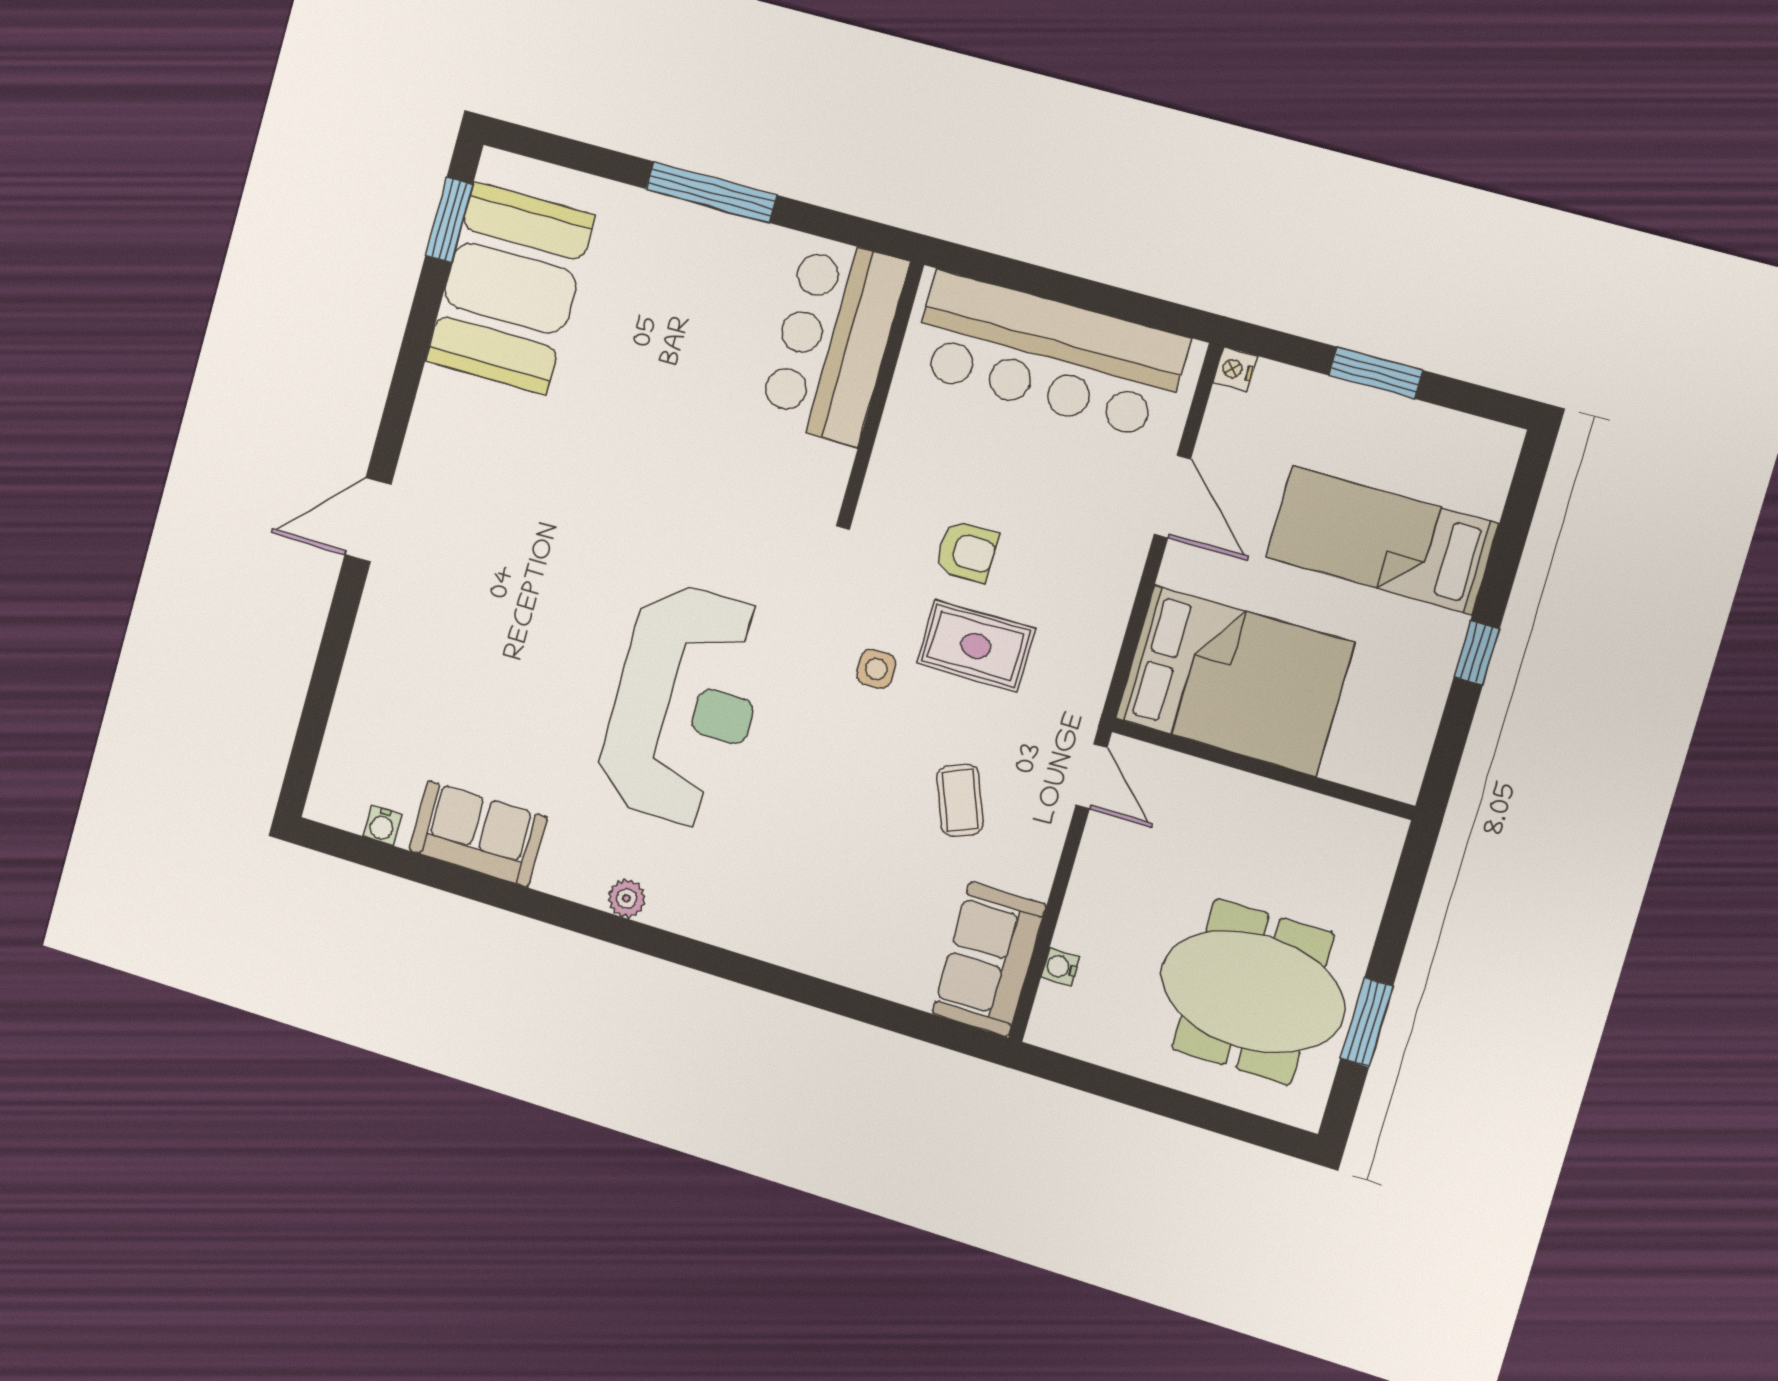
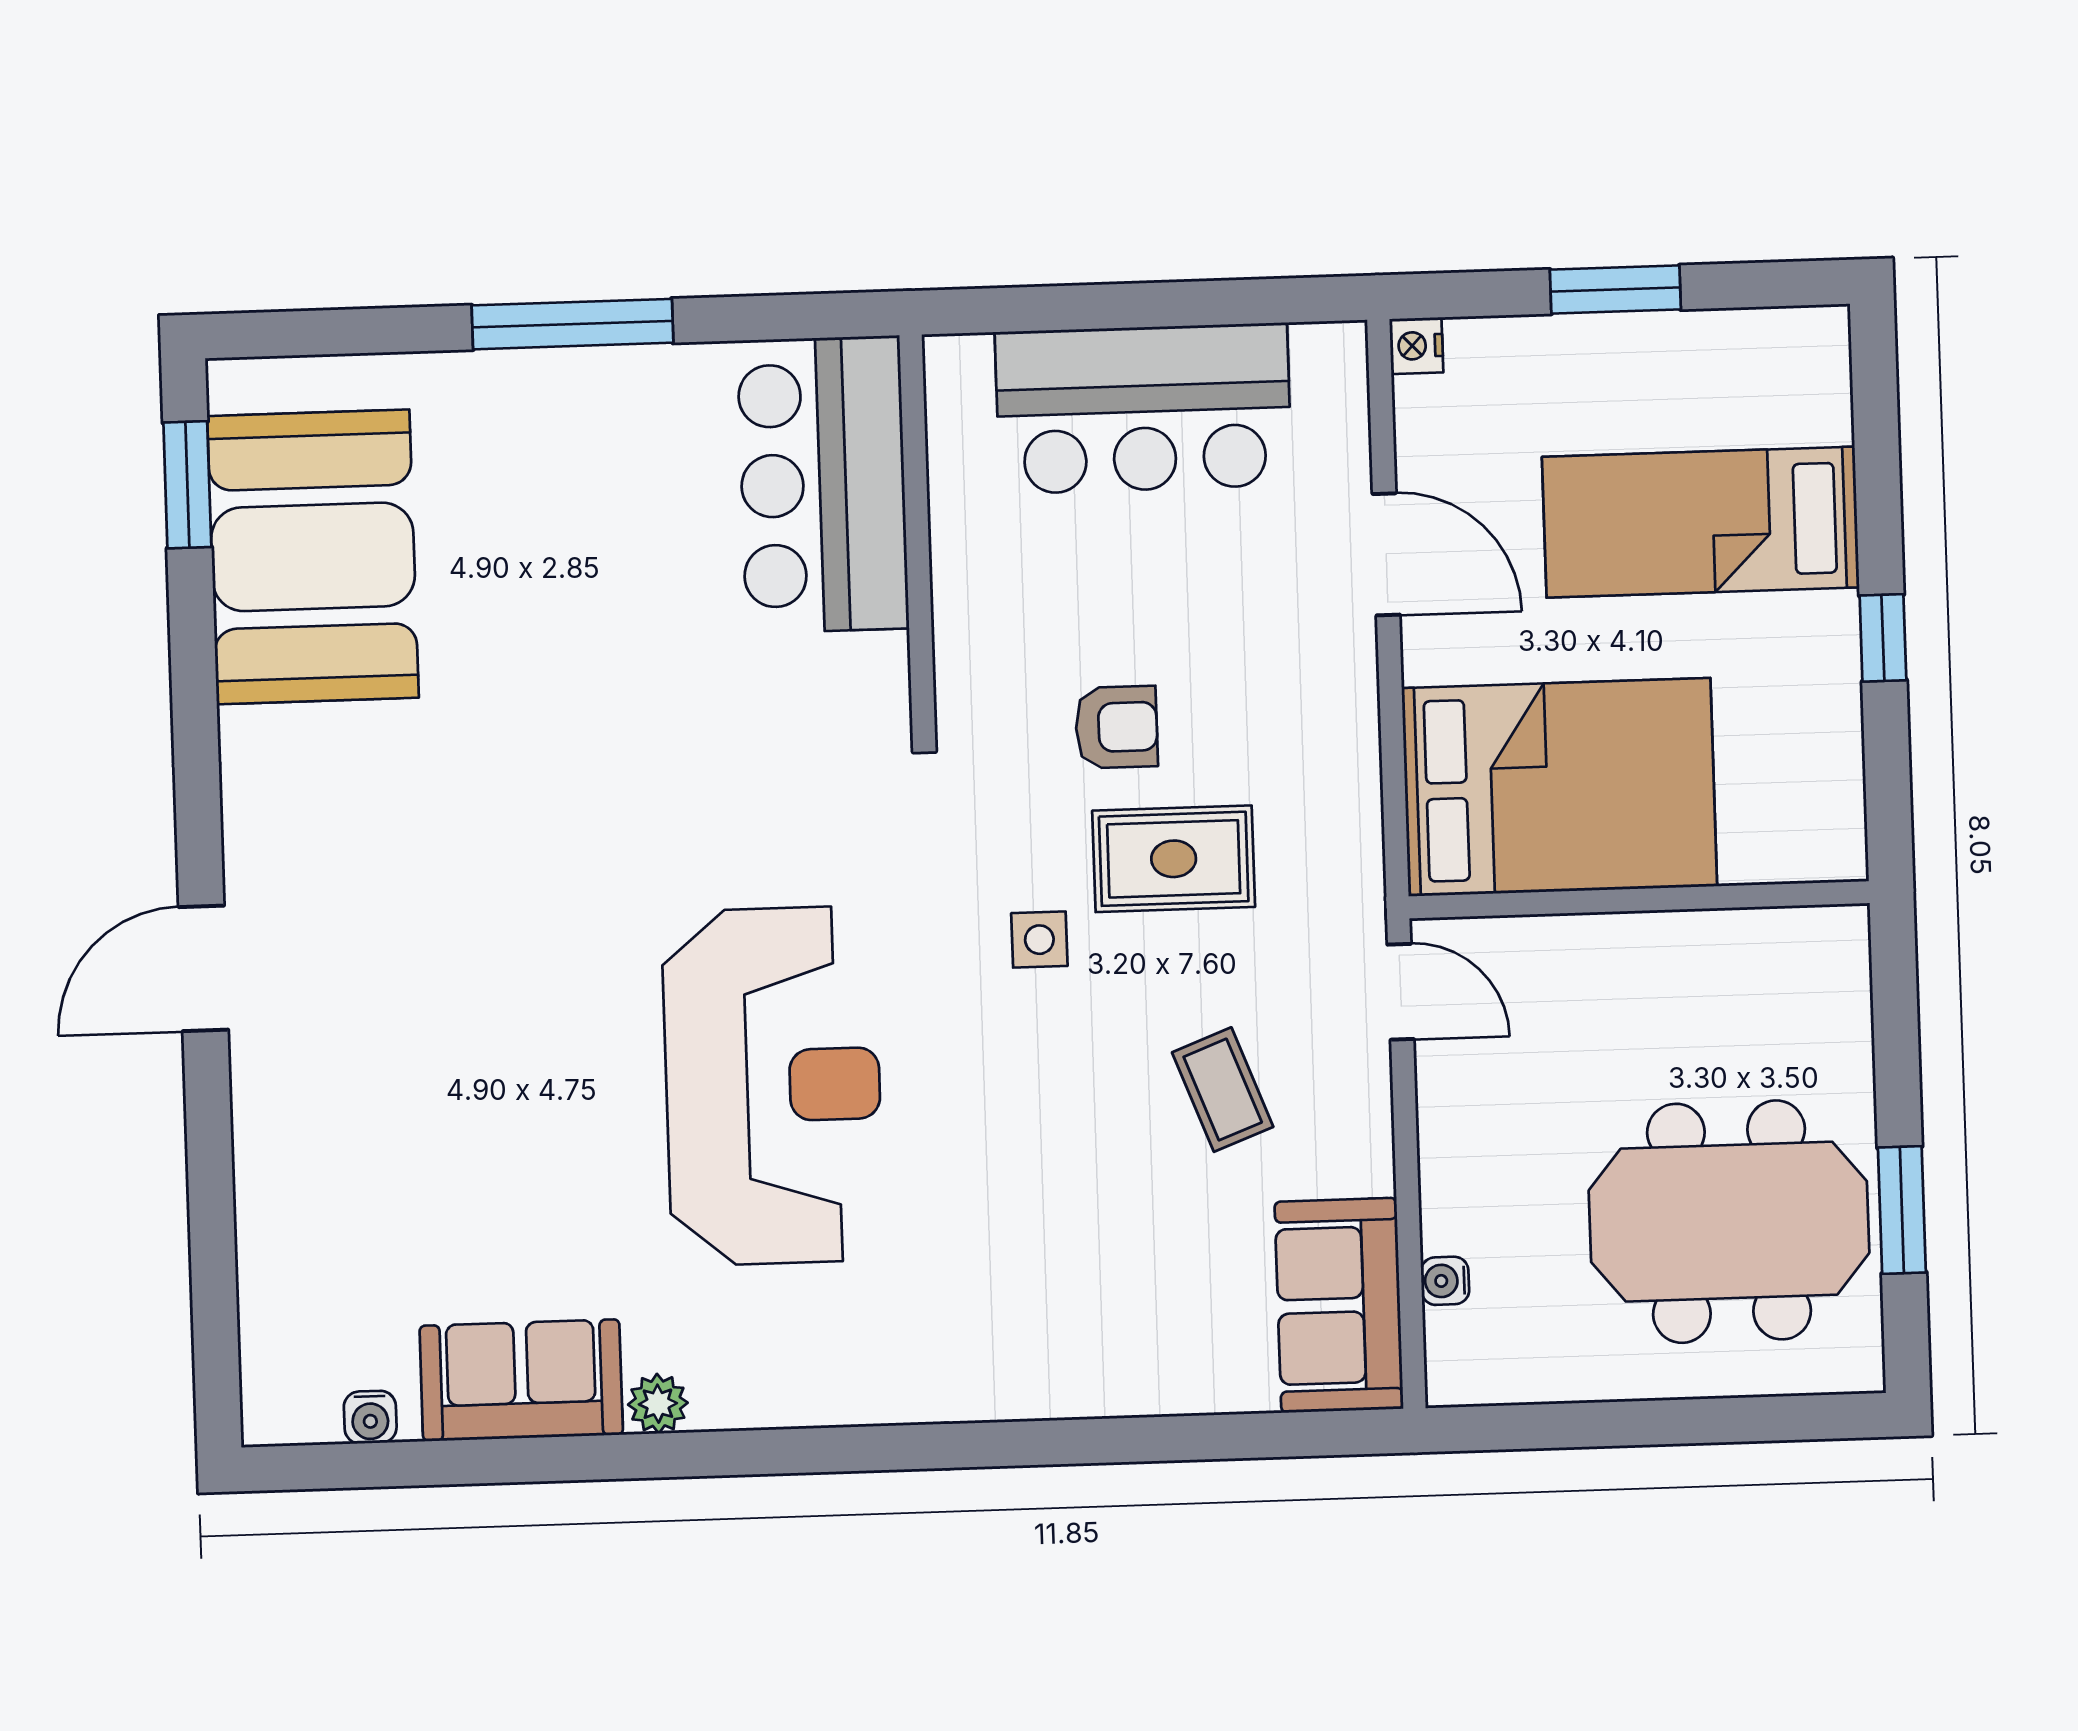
bar counter: (1048, 355) -> (1143, 408), width x0.73
plant: (627, 898) -> (658, 1404), moved

